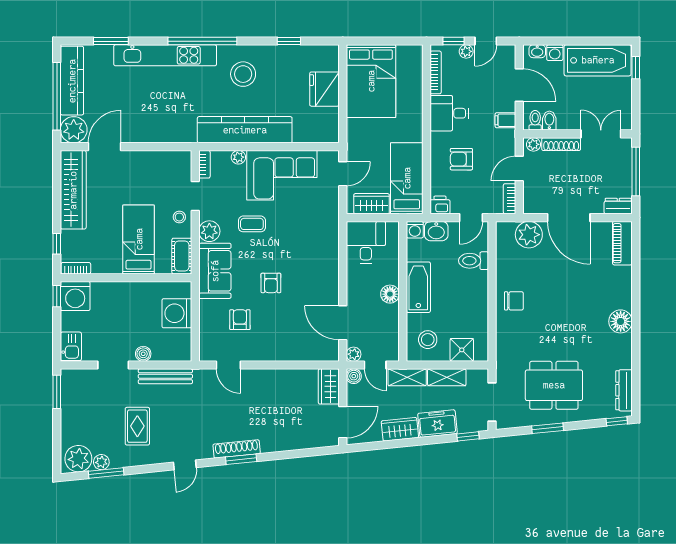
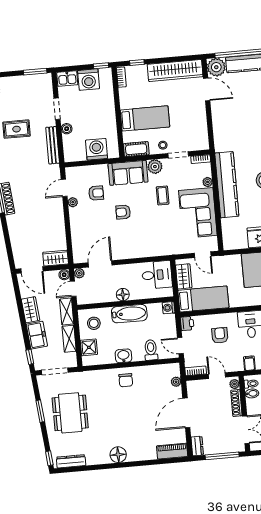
washbasin: (436, 231) -> (123, 356), moved, turned 90
plant: (529, 235) -> (176, 382), width x0.53, depth x0.53
washing machine: (75, 296) -> (89, 80), moved, turned -90
plant: (250, 354) -> (73, 202), added

